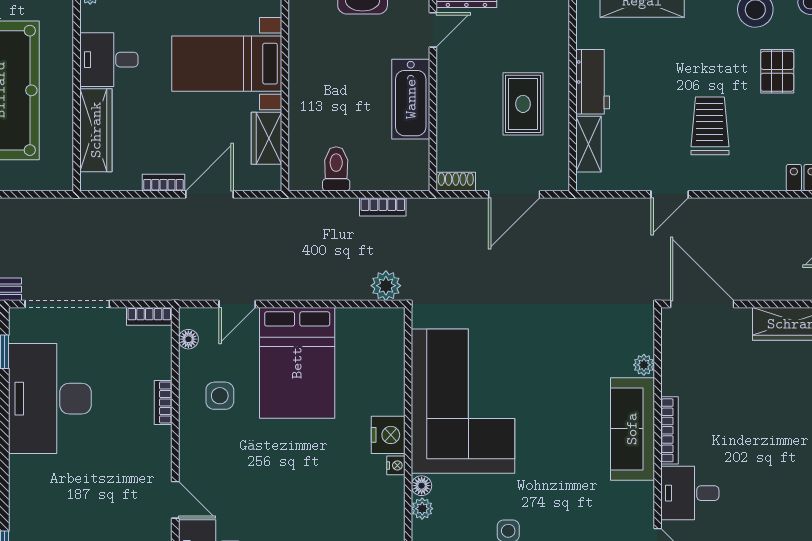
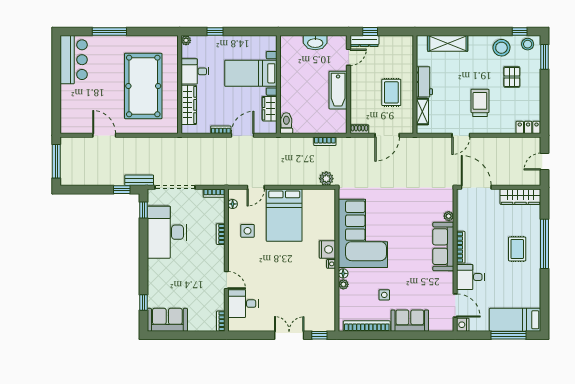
toilet: (336, 169) -> (286, 123), moved
rug: (788, 434) -> (517, 249), added

